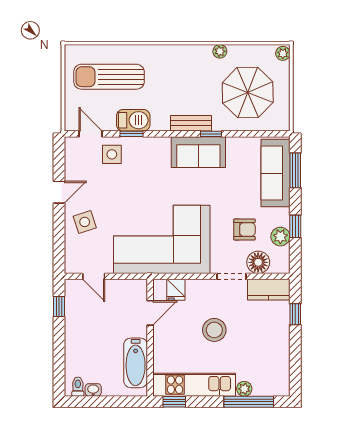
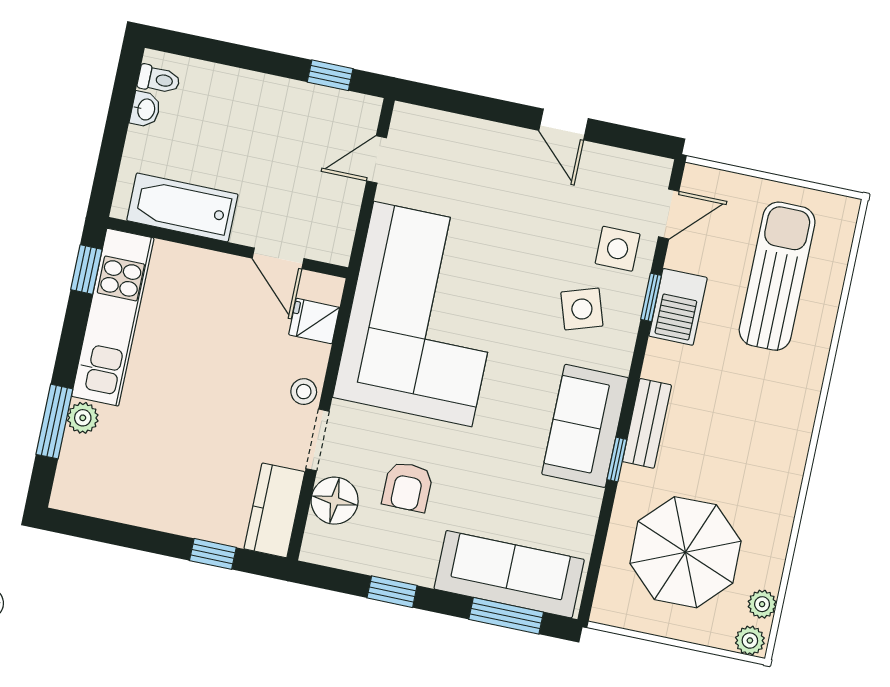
plant: (220, 51) -> (762, 604), moved
side table: (85, 222) -> (582, 309), moved
plant: (280, 237) -> (378, 557), removed
stool: (214, 330) -> (304, 392), moved, width x0.53, depth x0.53
window: (249, 402) -> (54, 422), width x0.69

